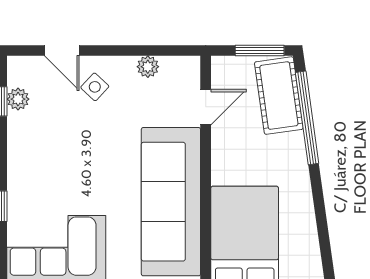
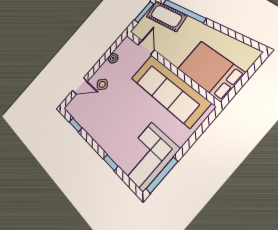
plant: (18, 99) -> (80, 118), removed

